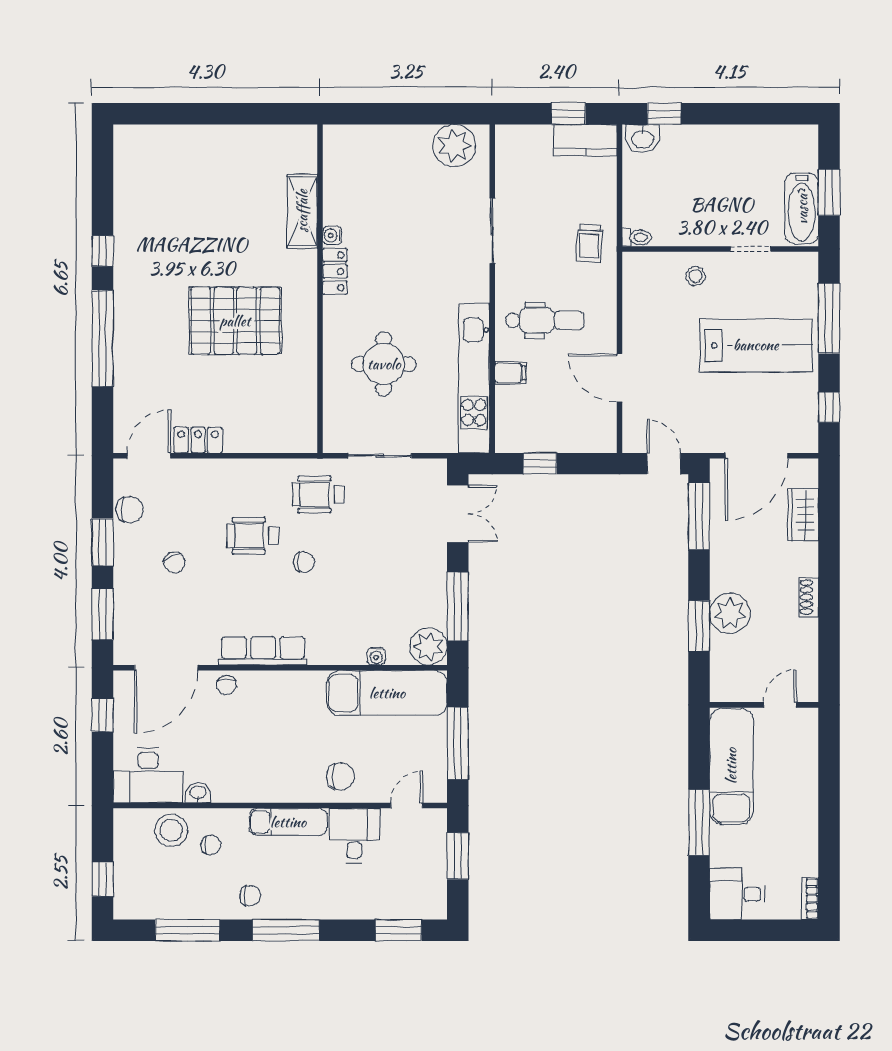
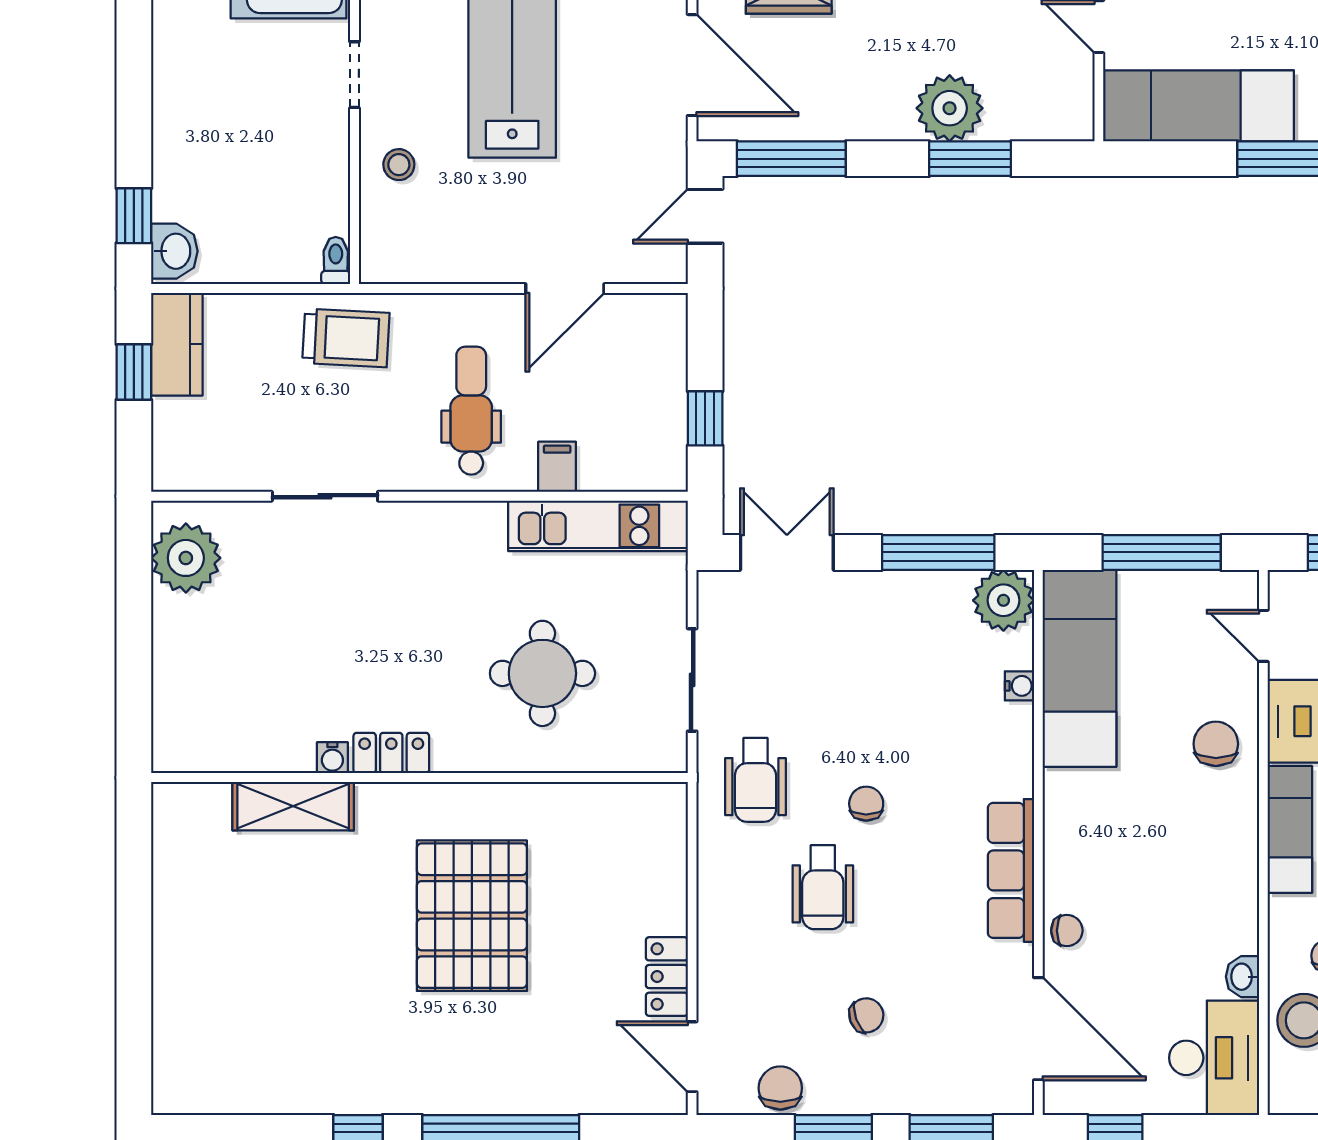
trolley: (589, 244) -> (346, 338), width x1.36, depth x1.39
kitchen unit: (474, 378) -> (598, 526), width x0.73

